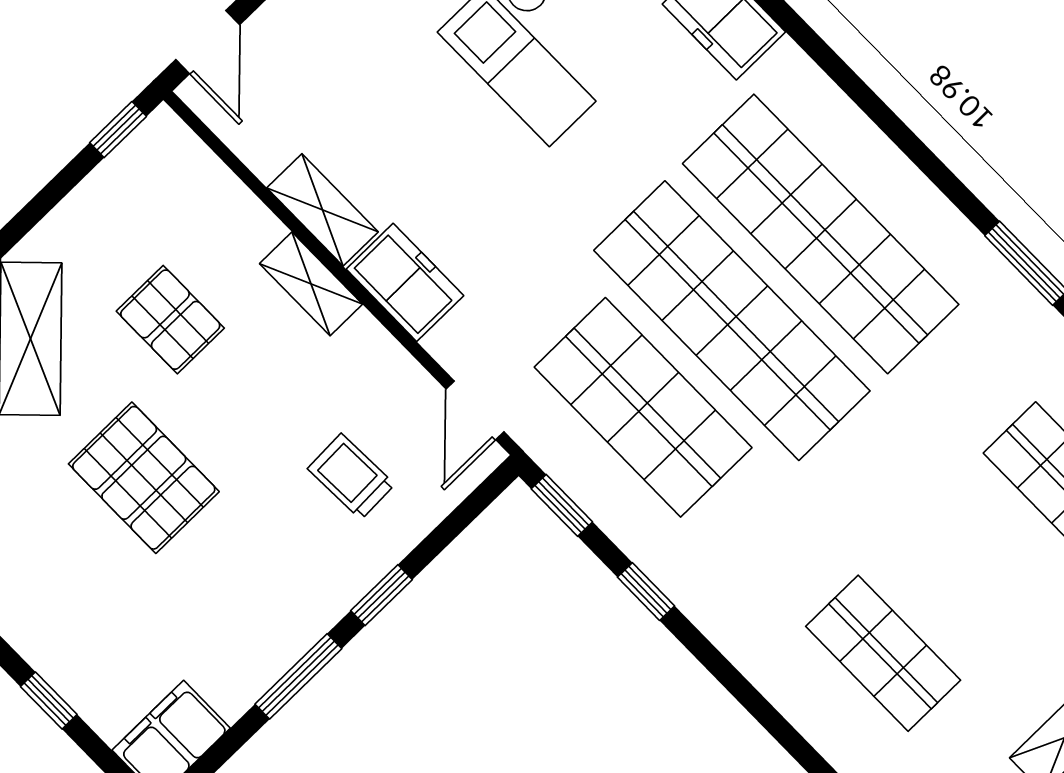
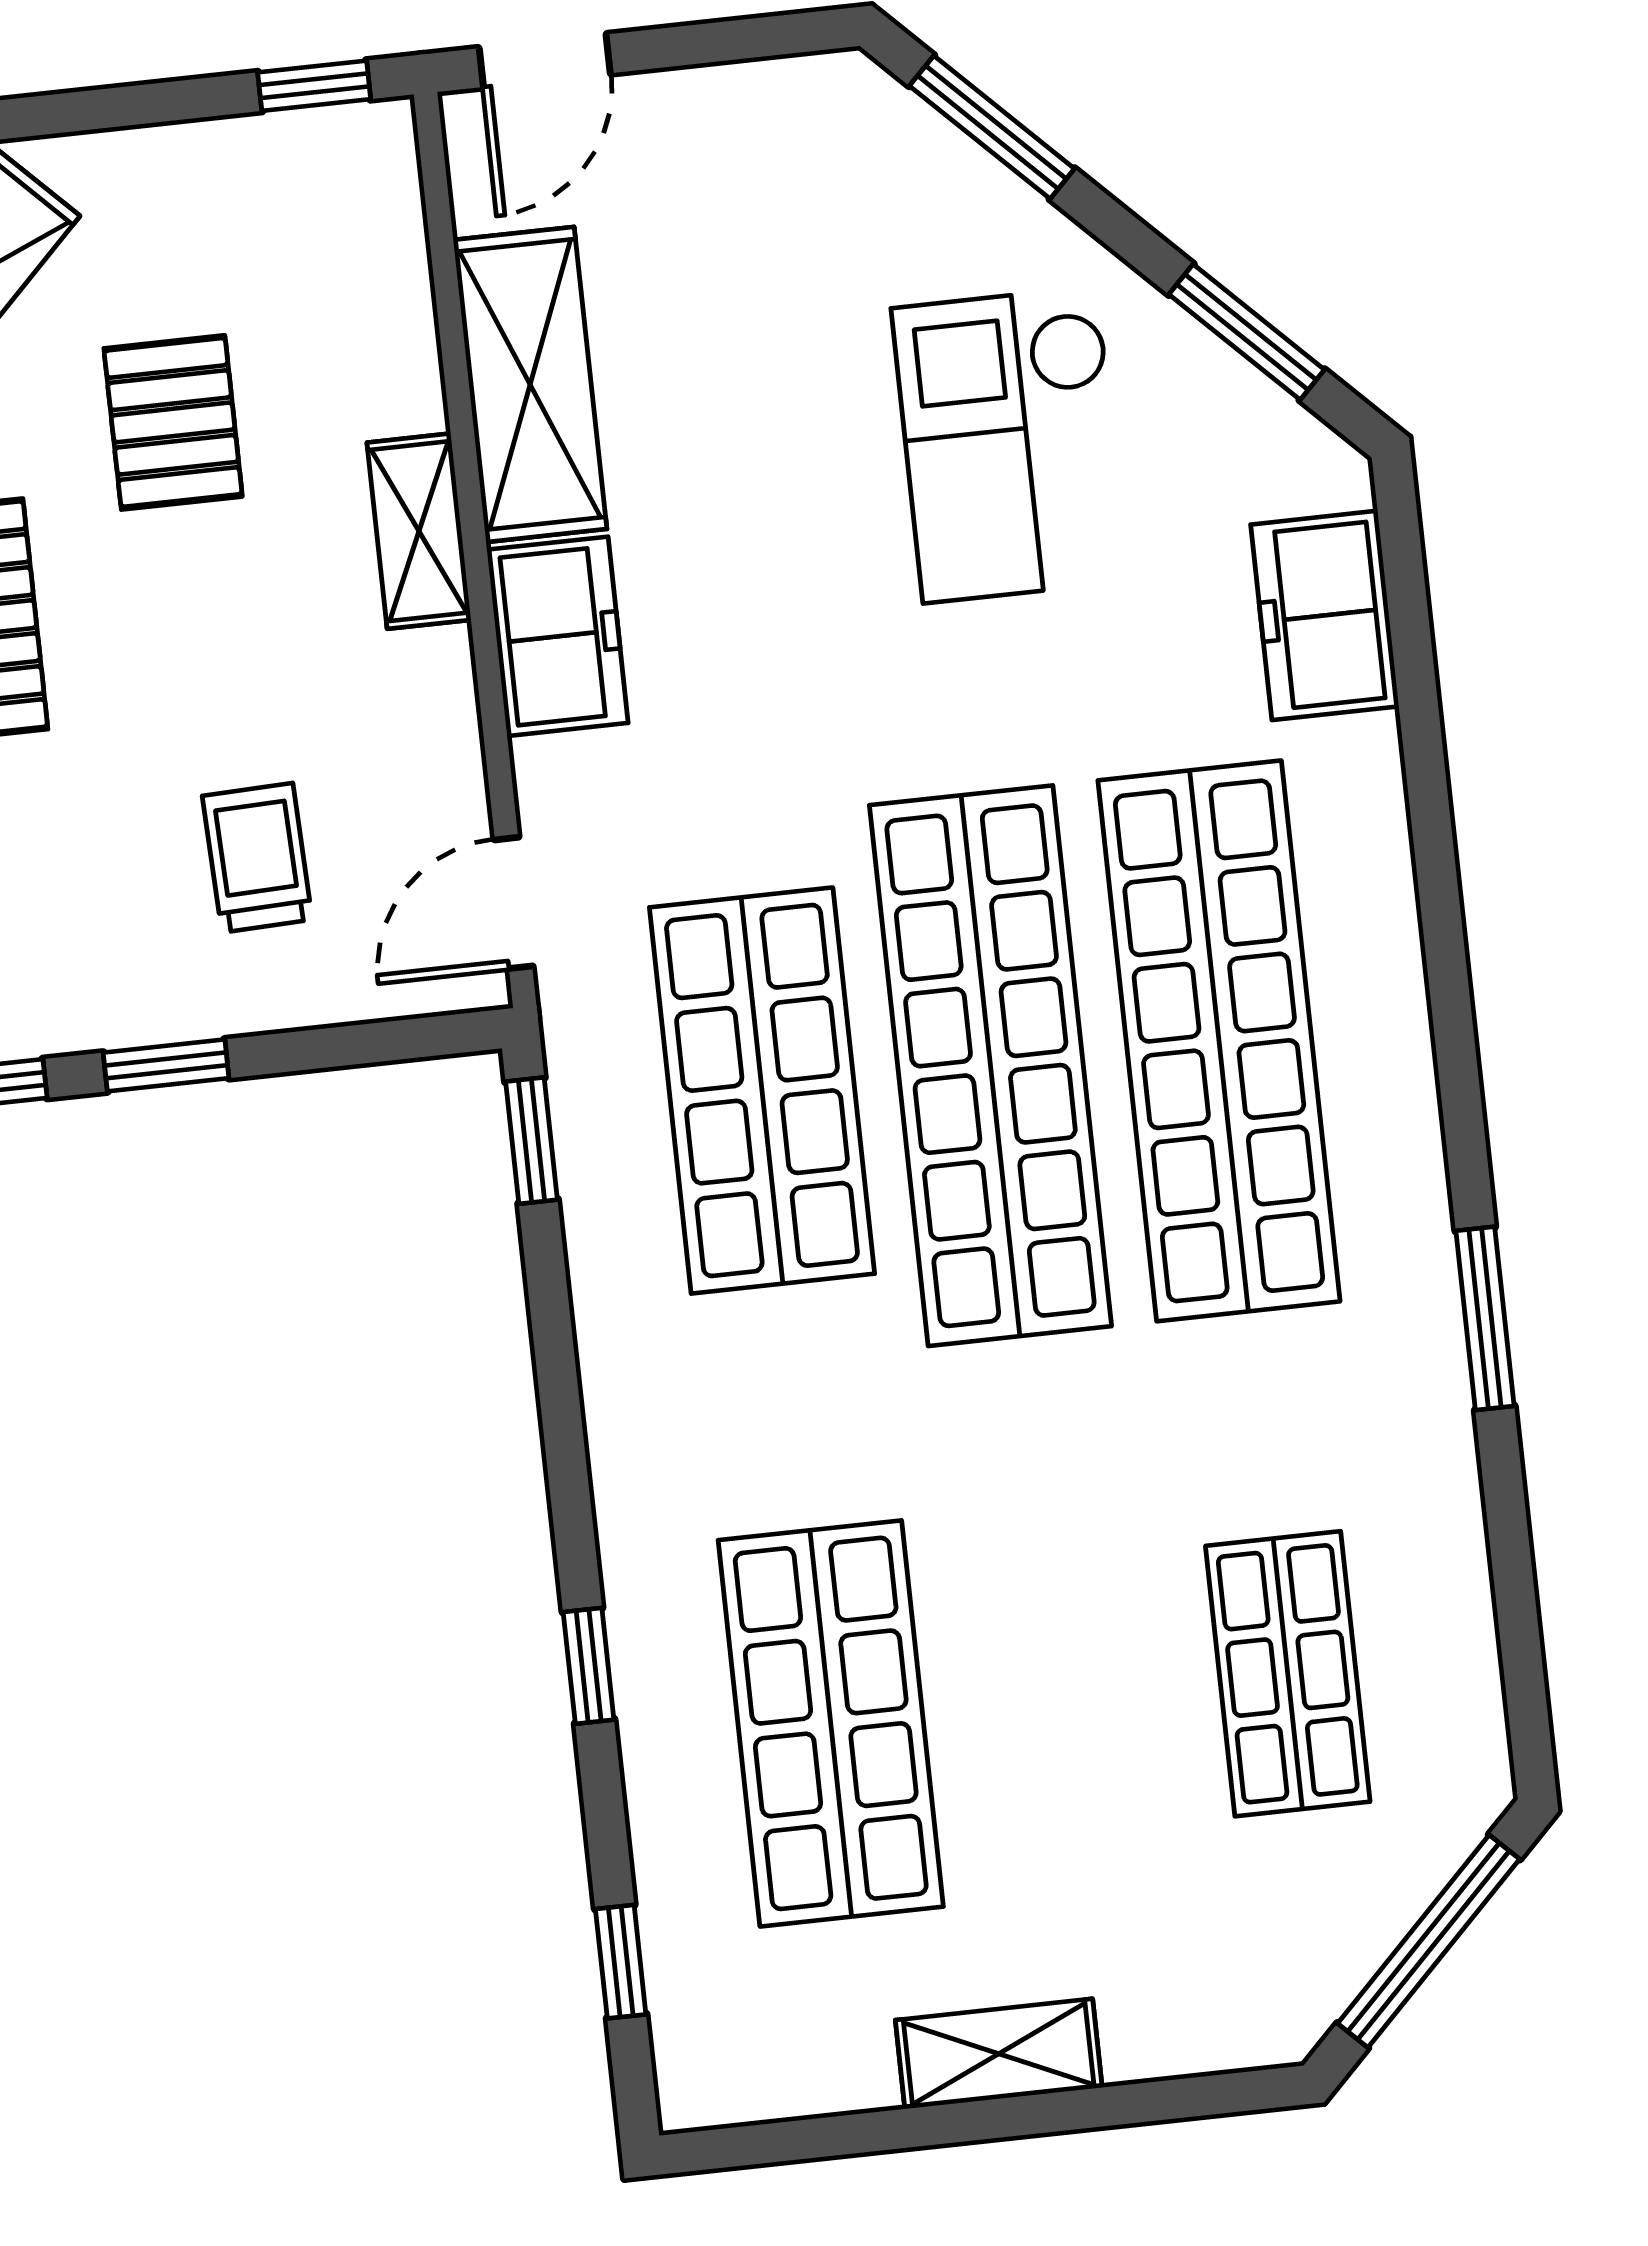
shelving: (323, 210) -> (530, 384), width x1.50, depth x1.33
window: (646, 592) -> (589, 1666), moved
shop shelf: (883, 653) -> (831, 1723), width x1.43, depth x1.36

